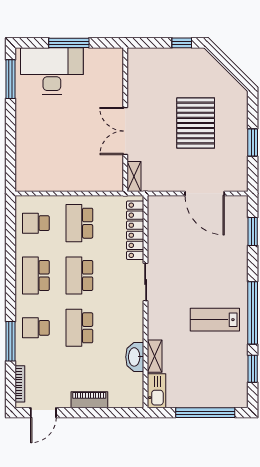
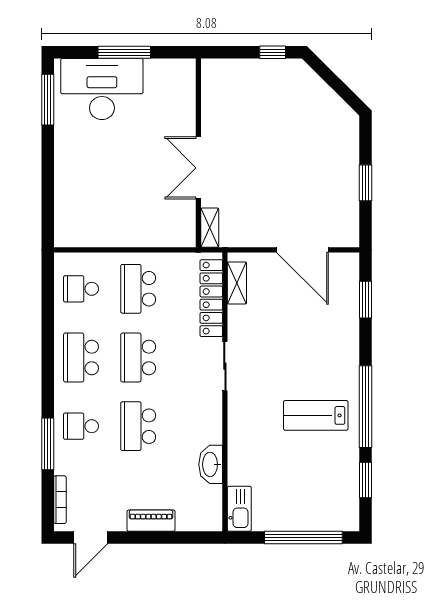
pallet: (196, 123) -> (291, 157), removed
shelving: (155, 356) -> (237, 283), moved

